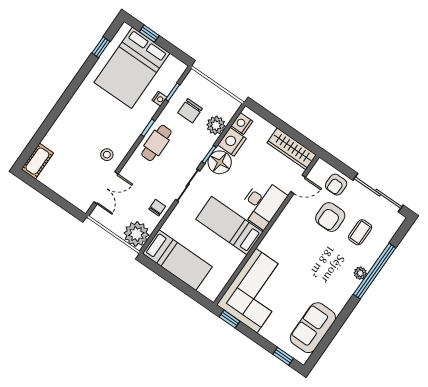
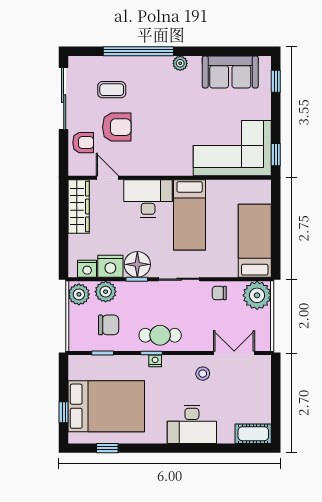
nightstand: (159, 99) -> (155, 361), moved
plant: (227, 105) -> (79, 294), added
desk: (75, 121) -> (192, 424), added
plant: (360, 273) -> (180, 63), moved

